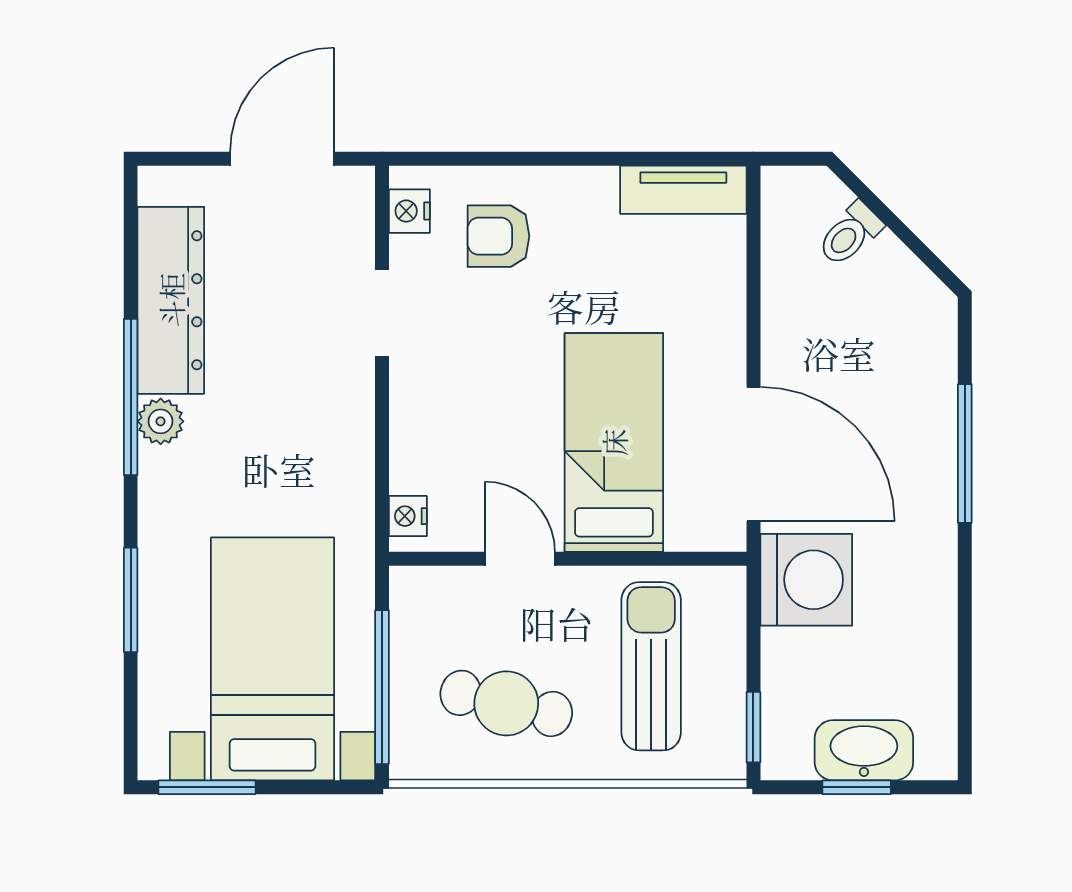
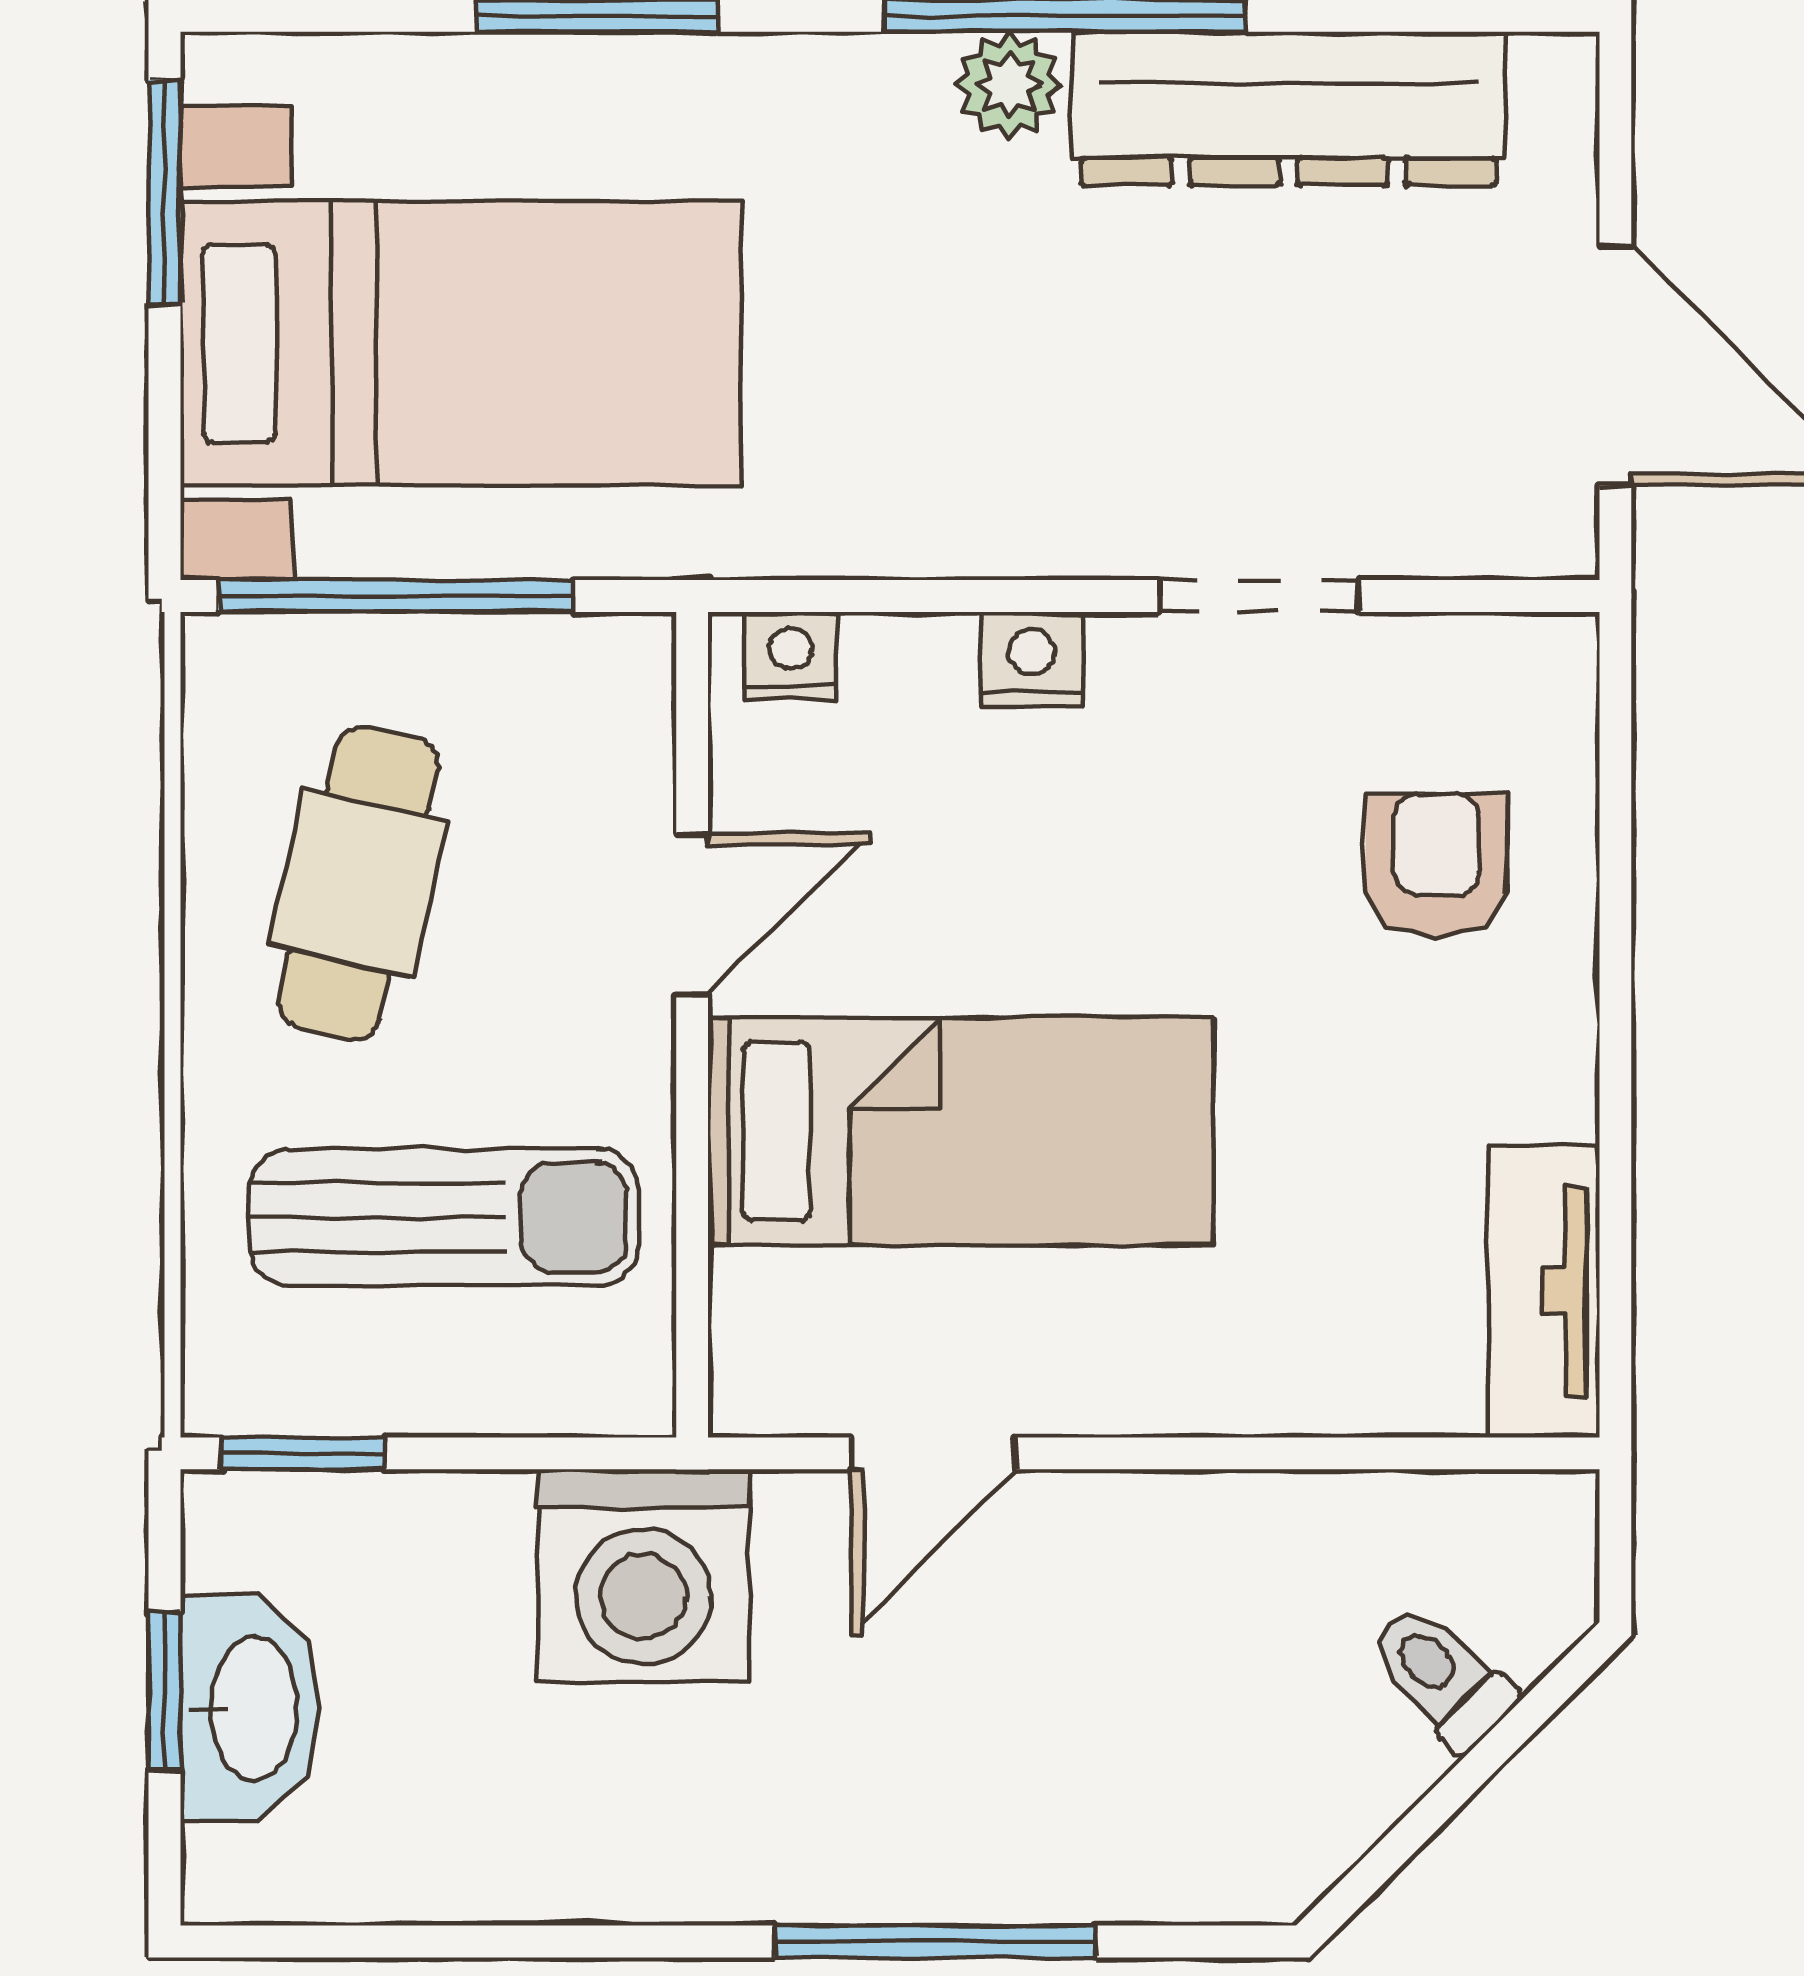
nightstand: (409, 211) -> (1032, 659), moved
door: (753, 454) -> (934, 1453), width x0.53

